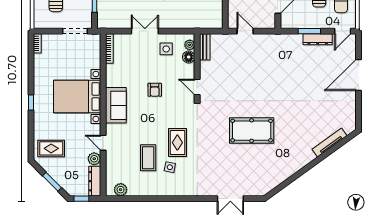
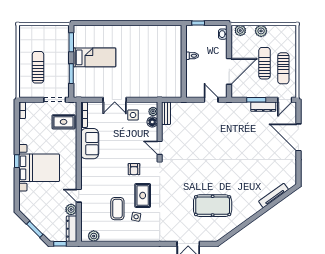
double door: (145, 31) -> (115, 100), swing flipped
door: (245, 31) -> (211, 100), moved
door: (359, 75) -> (298, 137), hinge flipped
armchair: (155, 90) -> (134, 169), moved
bed with nightstands: (77, 96) -> (39, 168), moved, turned 180
sofa: (116, 105) -> (90, 144), moved
pool table: (252, 131) -> (213, 206), moved
rug: (51, 148) -> (64, 122), moved

